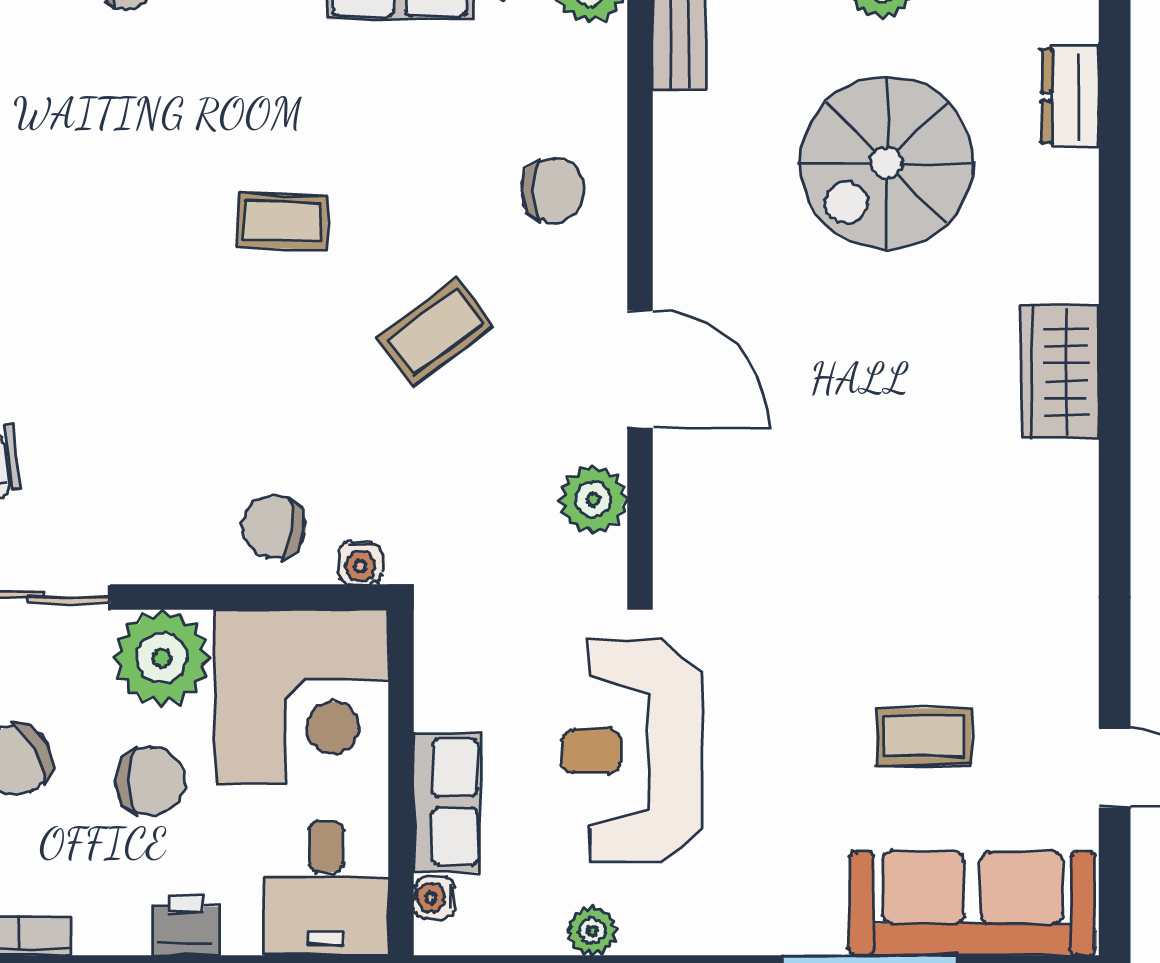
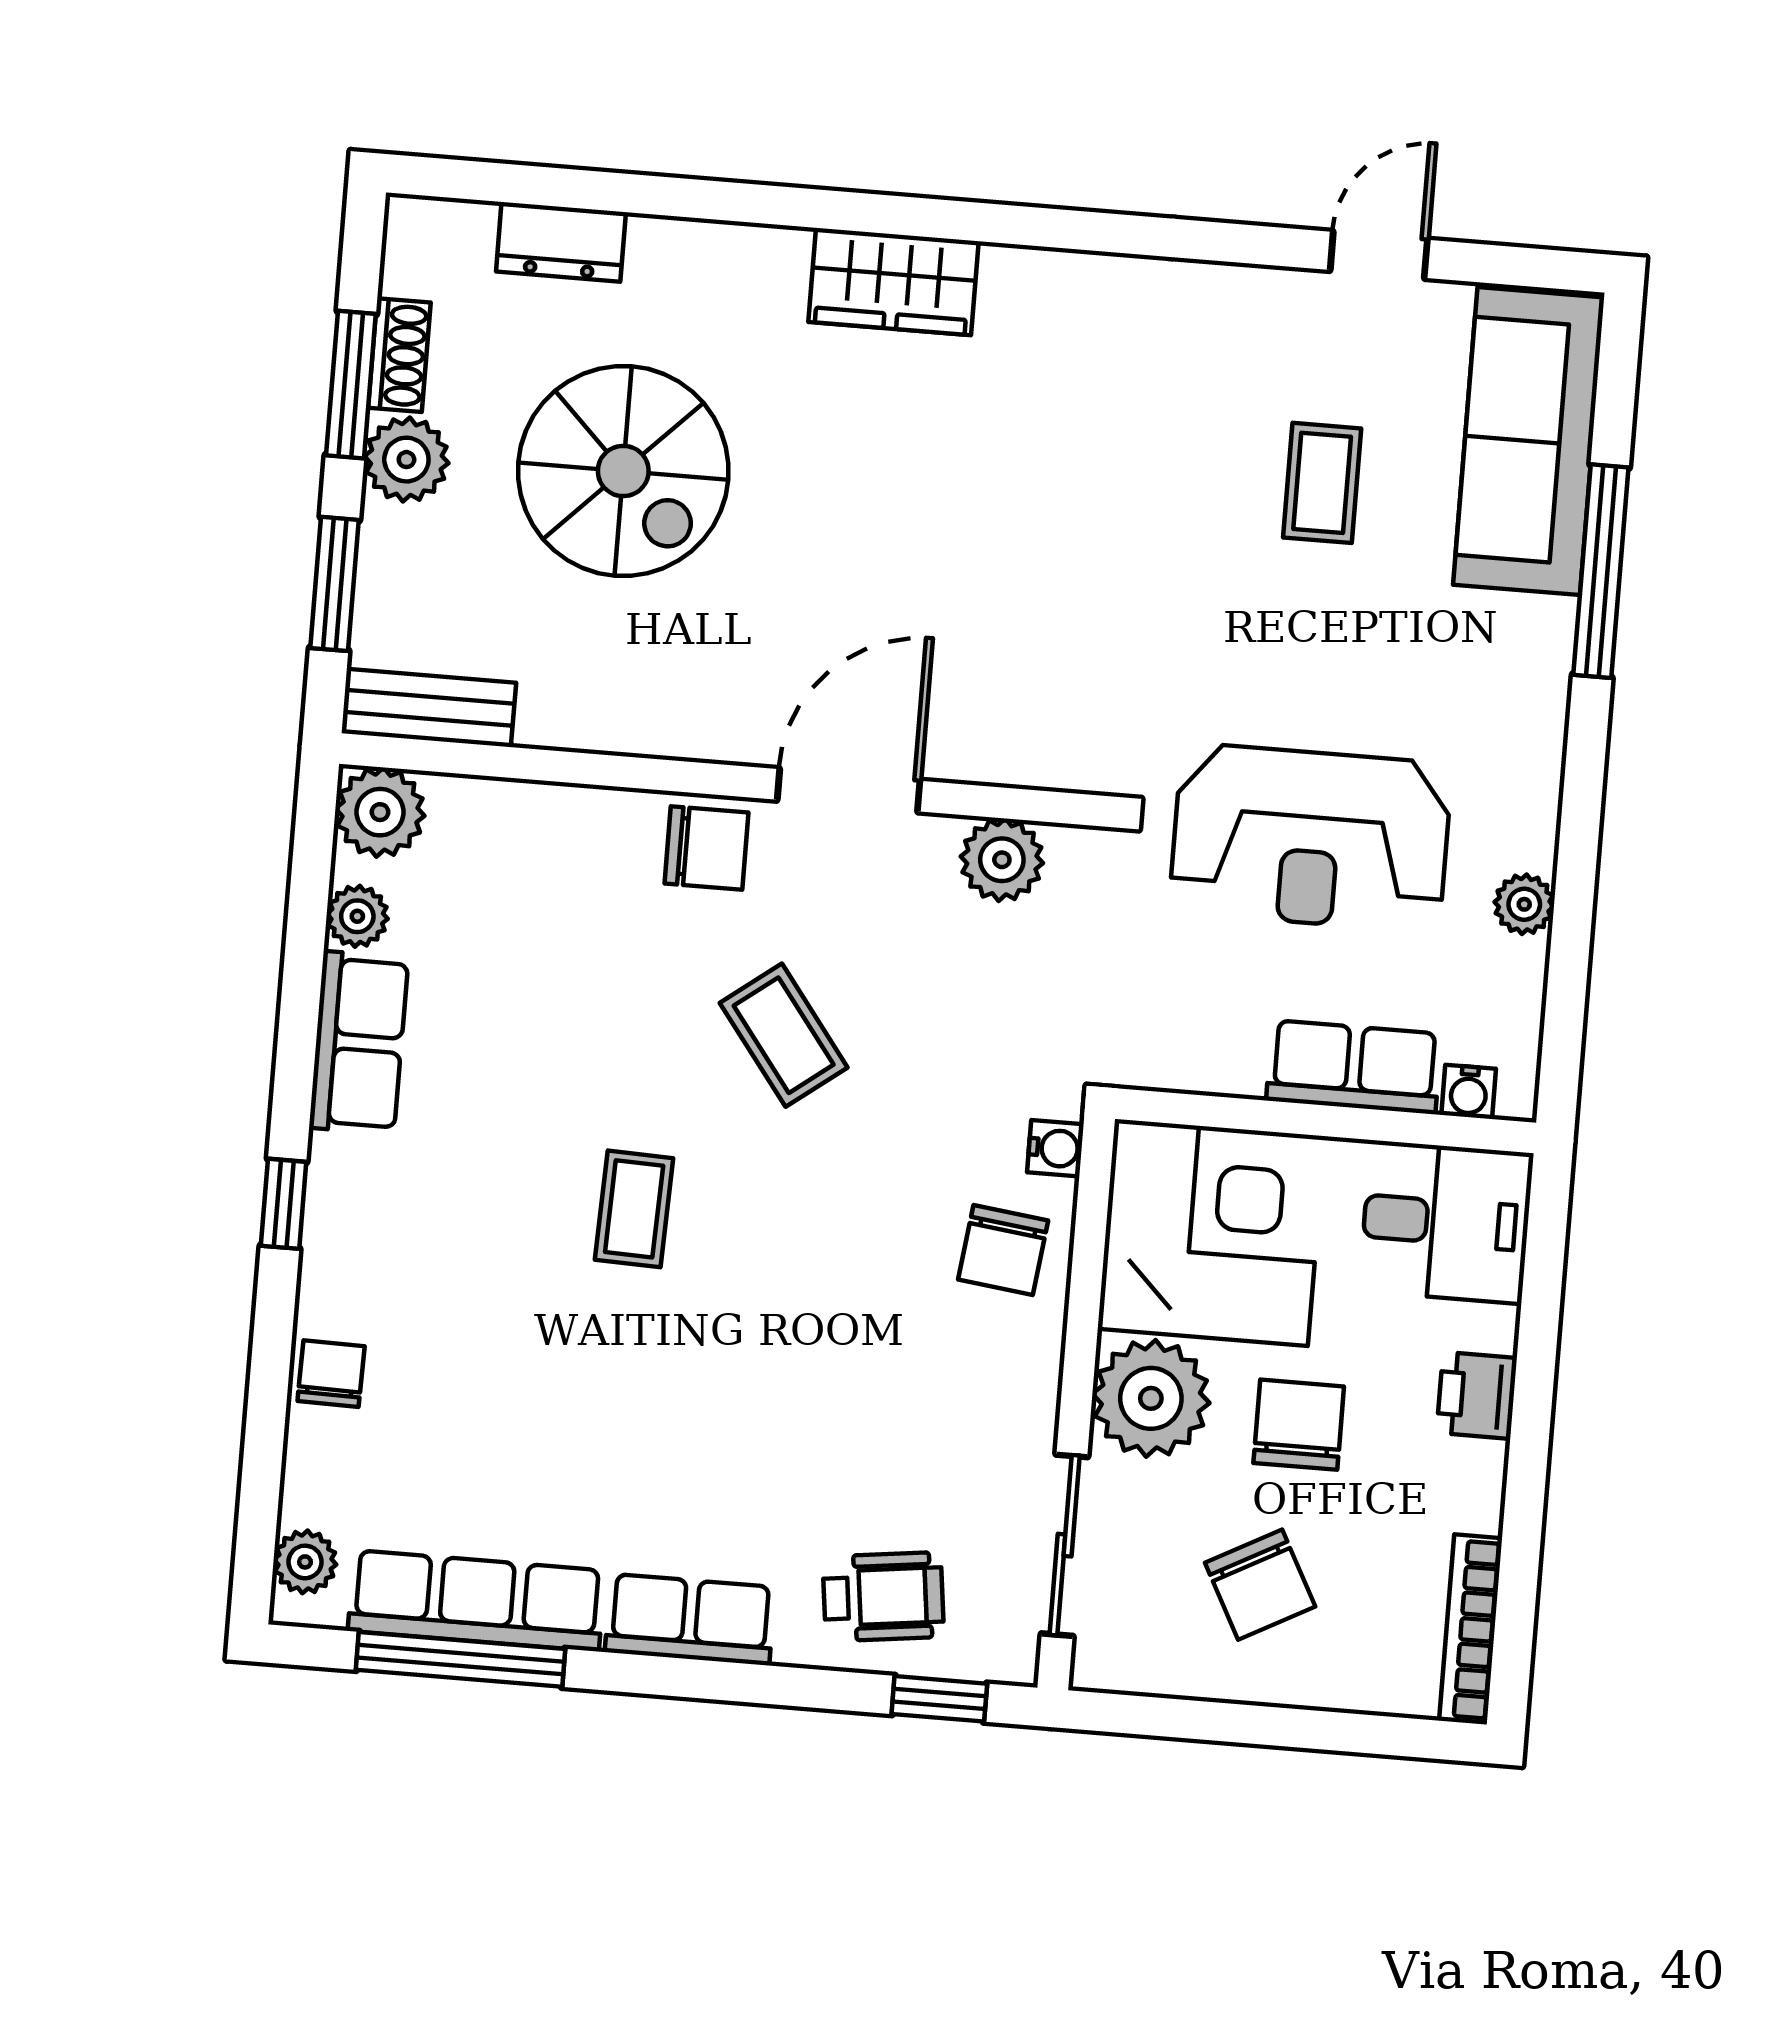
chair: (553, 191) -> (706, 848), moved, turned 90

